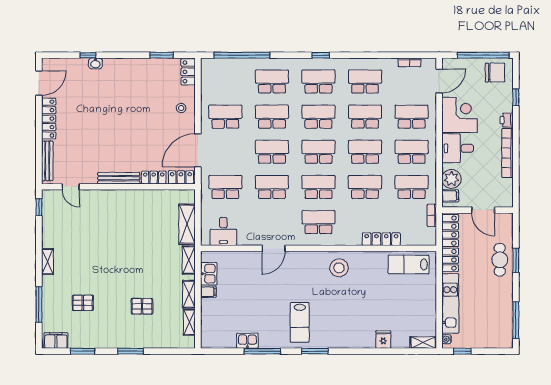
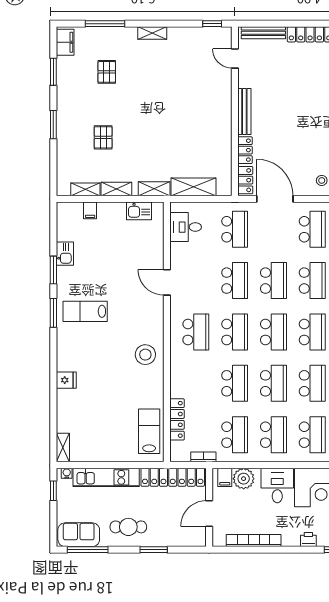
bookcase: (507, 153) -> (254, 540), moved
door: (71, 187) -> (235, 59), hinge flipped
locker: (381, 239) -> (177, 419), moved
cafe table: (500, 260) -> (128, 527), moved
filing cabinet: (208, 292) -> (90, 210), moved
sofa: (502, 328) -> (79, 535), added
fridge: (383, 340) -> (66, 380), moved
window: (262, 351) -> (53, 270), width x0.69
window: (315, 351) -> (53, 313), moved

